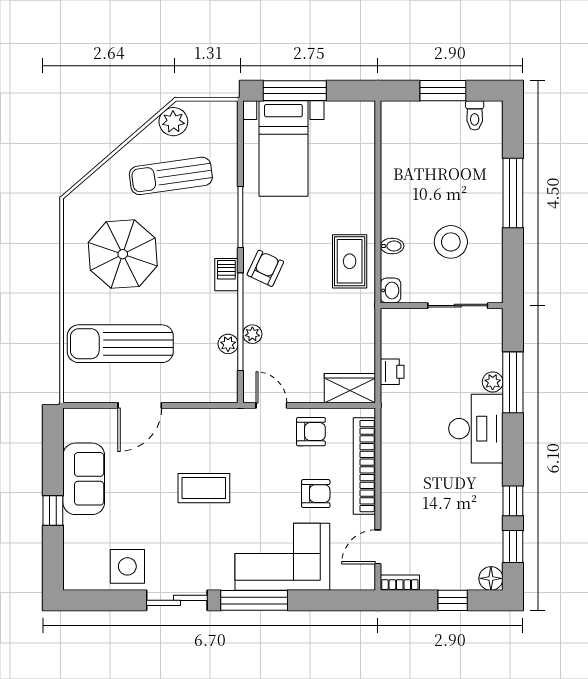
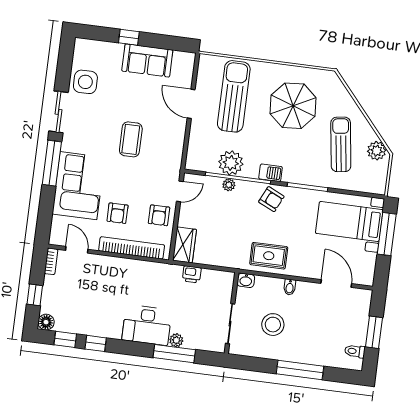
door: (378, 156) -> (336, 284), added
bidet: (392, 246) -> (290, 287), moved
plant: (228, 344) -> (231, 163), width x1.88, depth x1.88

